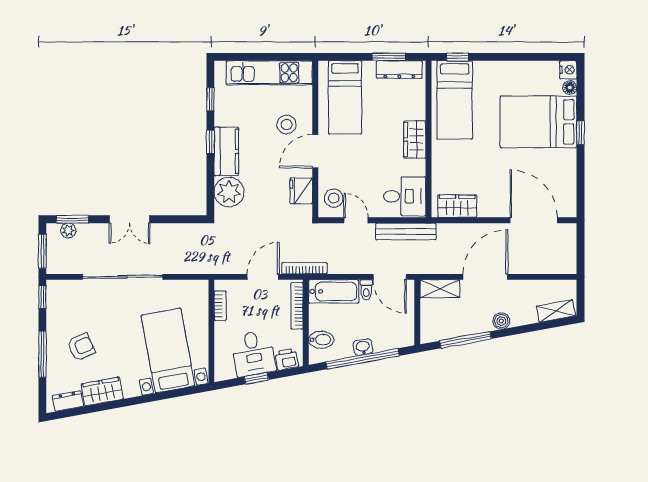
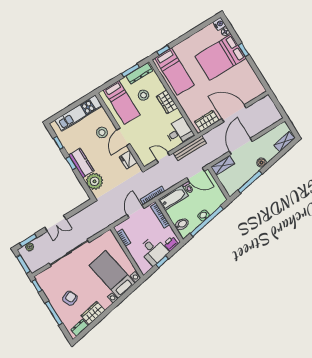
stool: (334, 198) -> (143, 95), moved
door: (534, 220) -> (234, 113), moved

